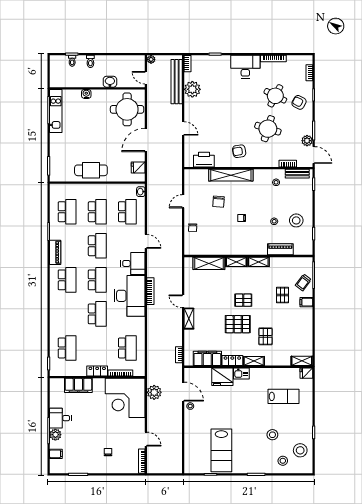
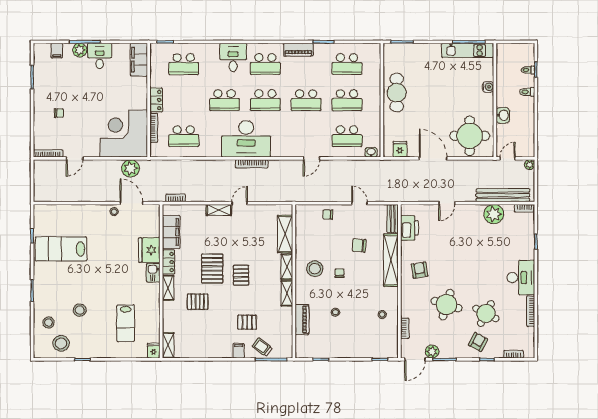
bench: (297, 174) -> (393, 219), moved
stool: (296, 220) -> (315, 269), moved
desk: (133, 263) -> (233, 57), moved, turned 180
filing cabinet: (78, 385) -> (139, 60), moved
door: (183, 392) -> (131, 203), swing flipped

